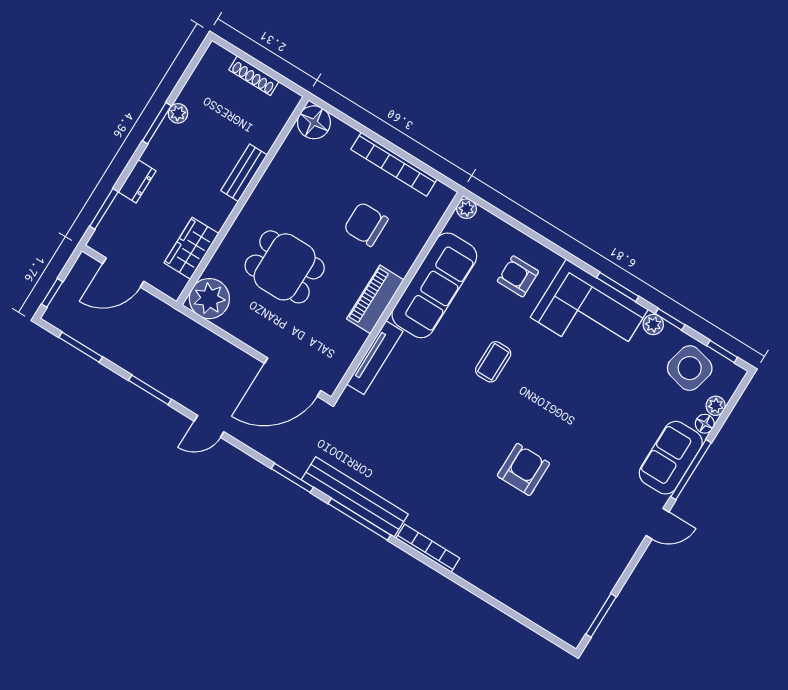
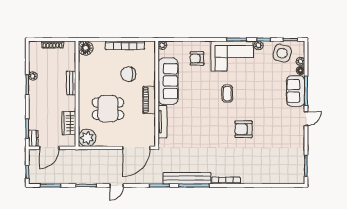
dresser: (137, 181) -> (33, 138), moved
coffee table: (493, 362) -> (227, 94), moved
armchair: (523, 469) -> (244, 129), turned -90

